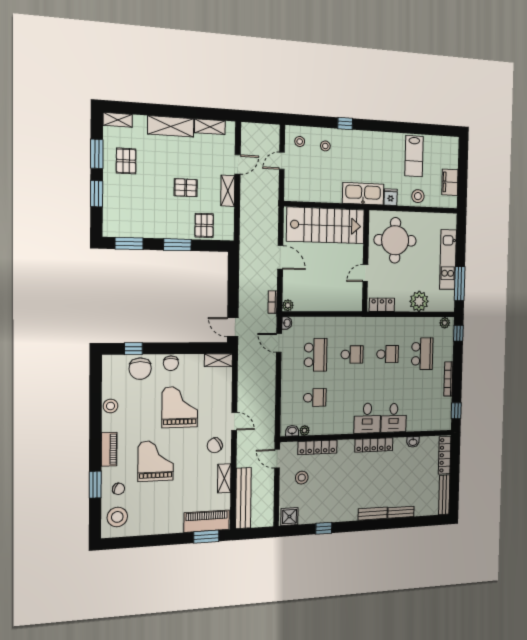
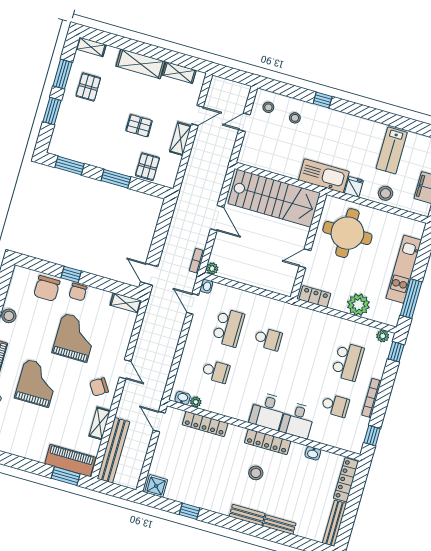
window: (133, 349) -> (71, 274), moved
school desk: (388, 354) -> (335, 405), moved
stool: (302, 478) -> (256, 473), moved

